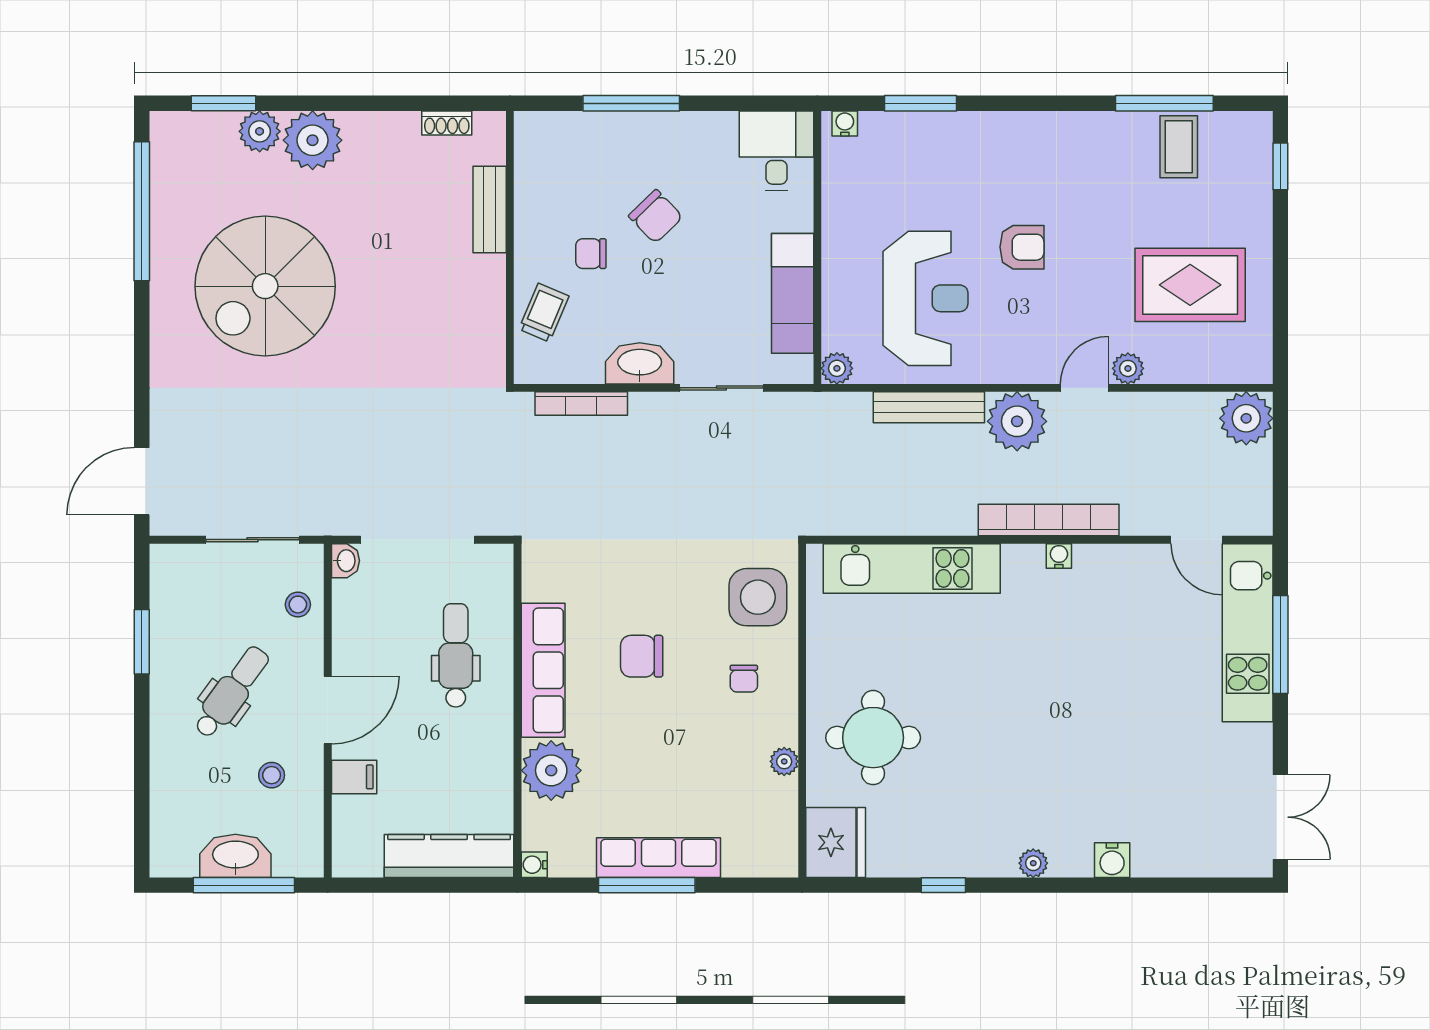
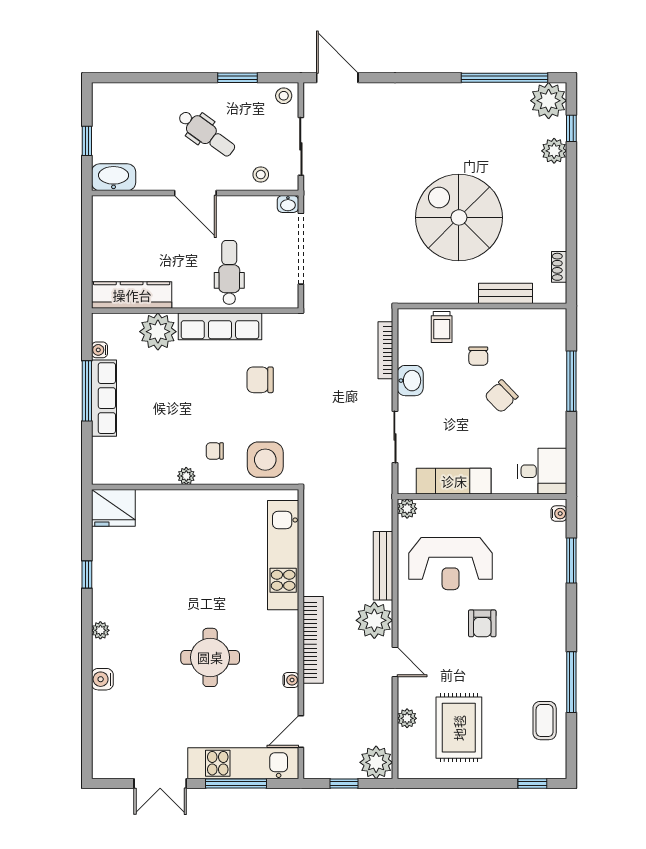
window: (224, 103) -> (571, 128), width x0.67
window: (1164, 103) -> (571, 682), moved
plant: (313, 140) -> (549, 101), moved
coffee table: (1179, 147) -> (545, 721), turned 90
chair: (591, 254) -> (478, 356), turned 180
spiral stairs: (265, 286) -> (459, 217), moved
trolley: (544, 313) -> (442, 327), turned 67
washbasin: (640, 363) -> (410, 381), width x0.72
plant: (1128, 368) -> (407, 718), moved
window: (1280, 470) -> (344, 784), added
water cooler: (1059, 556) -> (291, 680), moved
dental chair: (456, 655) -> (229, 272), turned -90
chair: (642, 656) -> (260, 380), moved, turned -90
round table: (873, 738) -> (210, 657), moved
plant: (784, 761) -> (186, 476), moved
stool: (272, 775) -> (284, 96), moved
filing cabinet: (354, 777) -> (154, 209), removed
double door: (1280, 817) -> (160, 784), moved
washbasin: (235, 856) -> (114, 177), moved, turned -90
kitchen counter: (449, 856) -> (132, 295), moved, turned -90
water cooler: (534, 865) -> (99, 350), moved, turned -90
window: (244, 885) -> (87, 141), width x0.46

